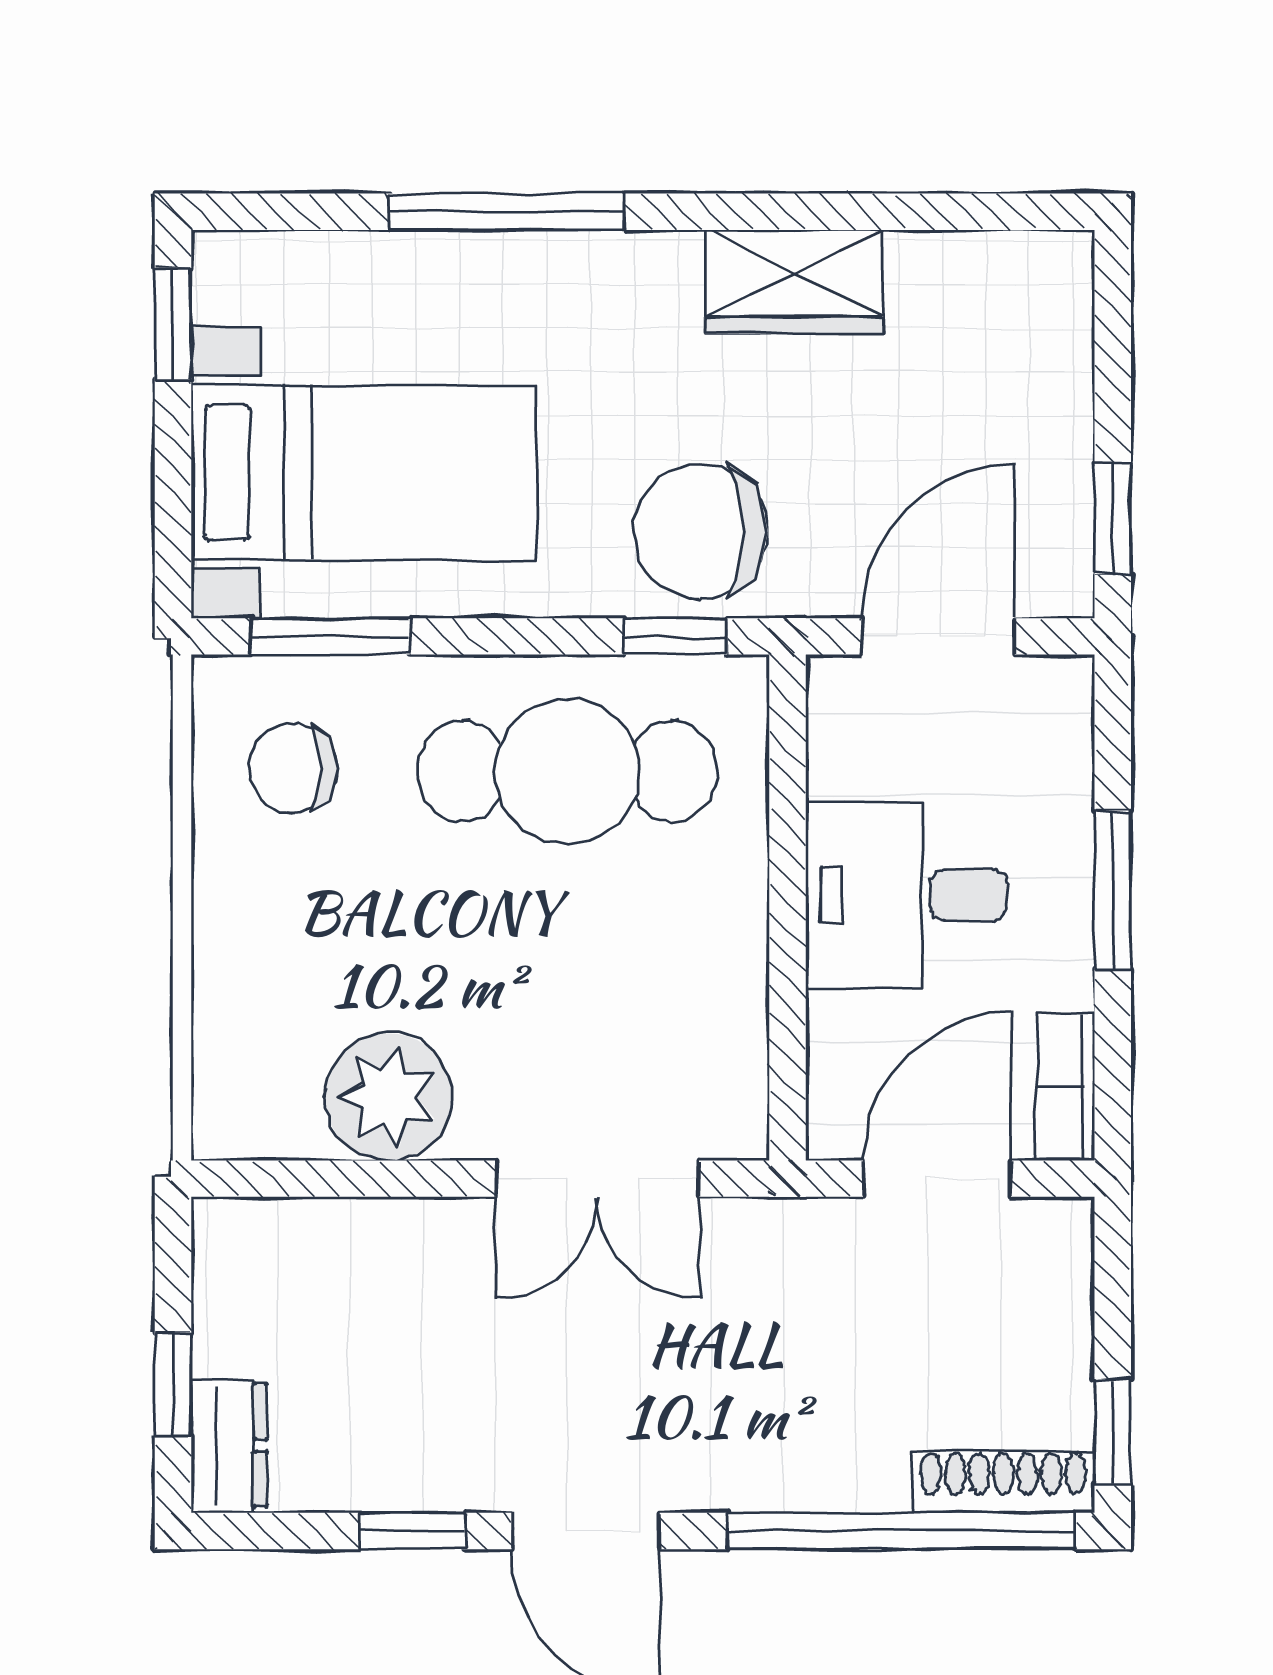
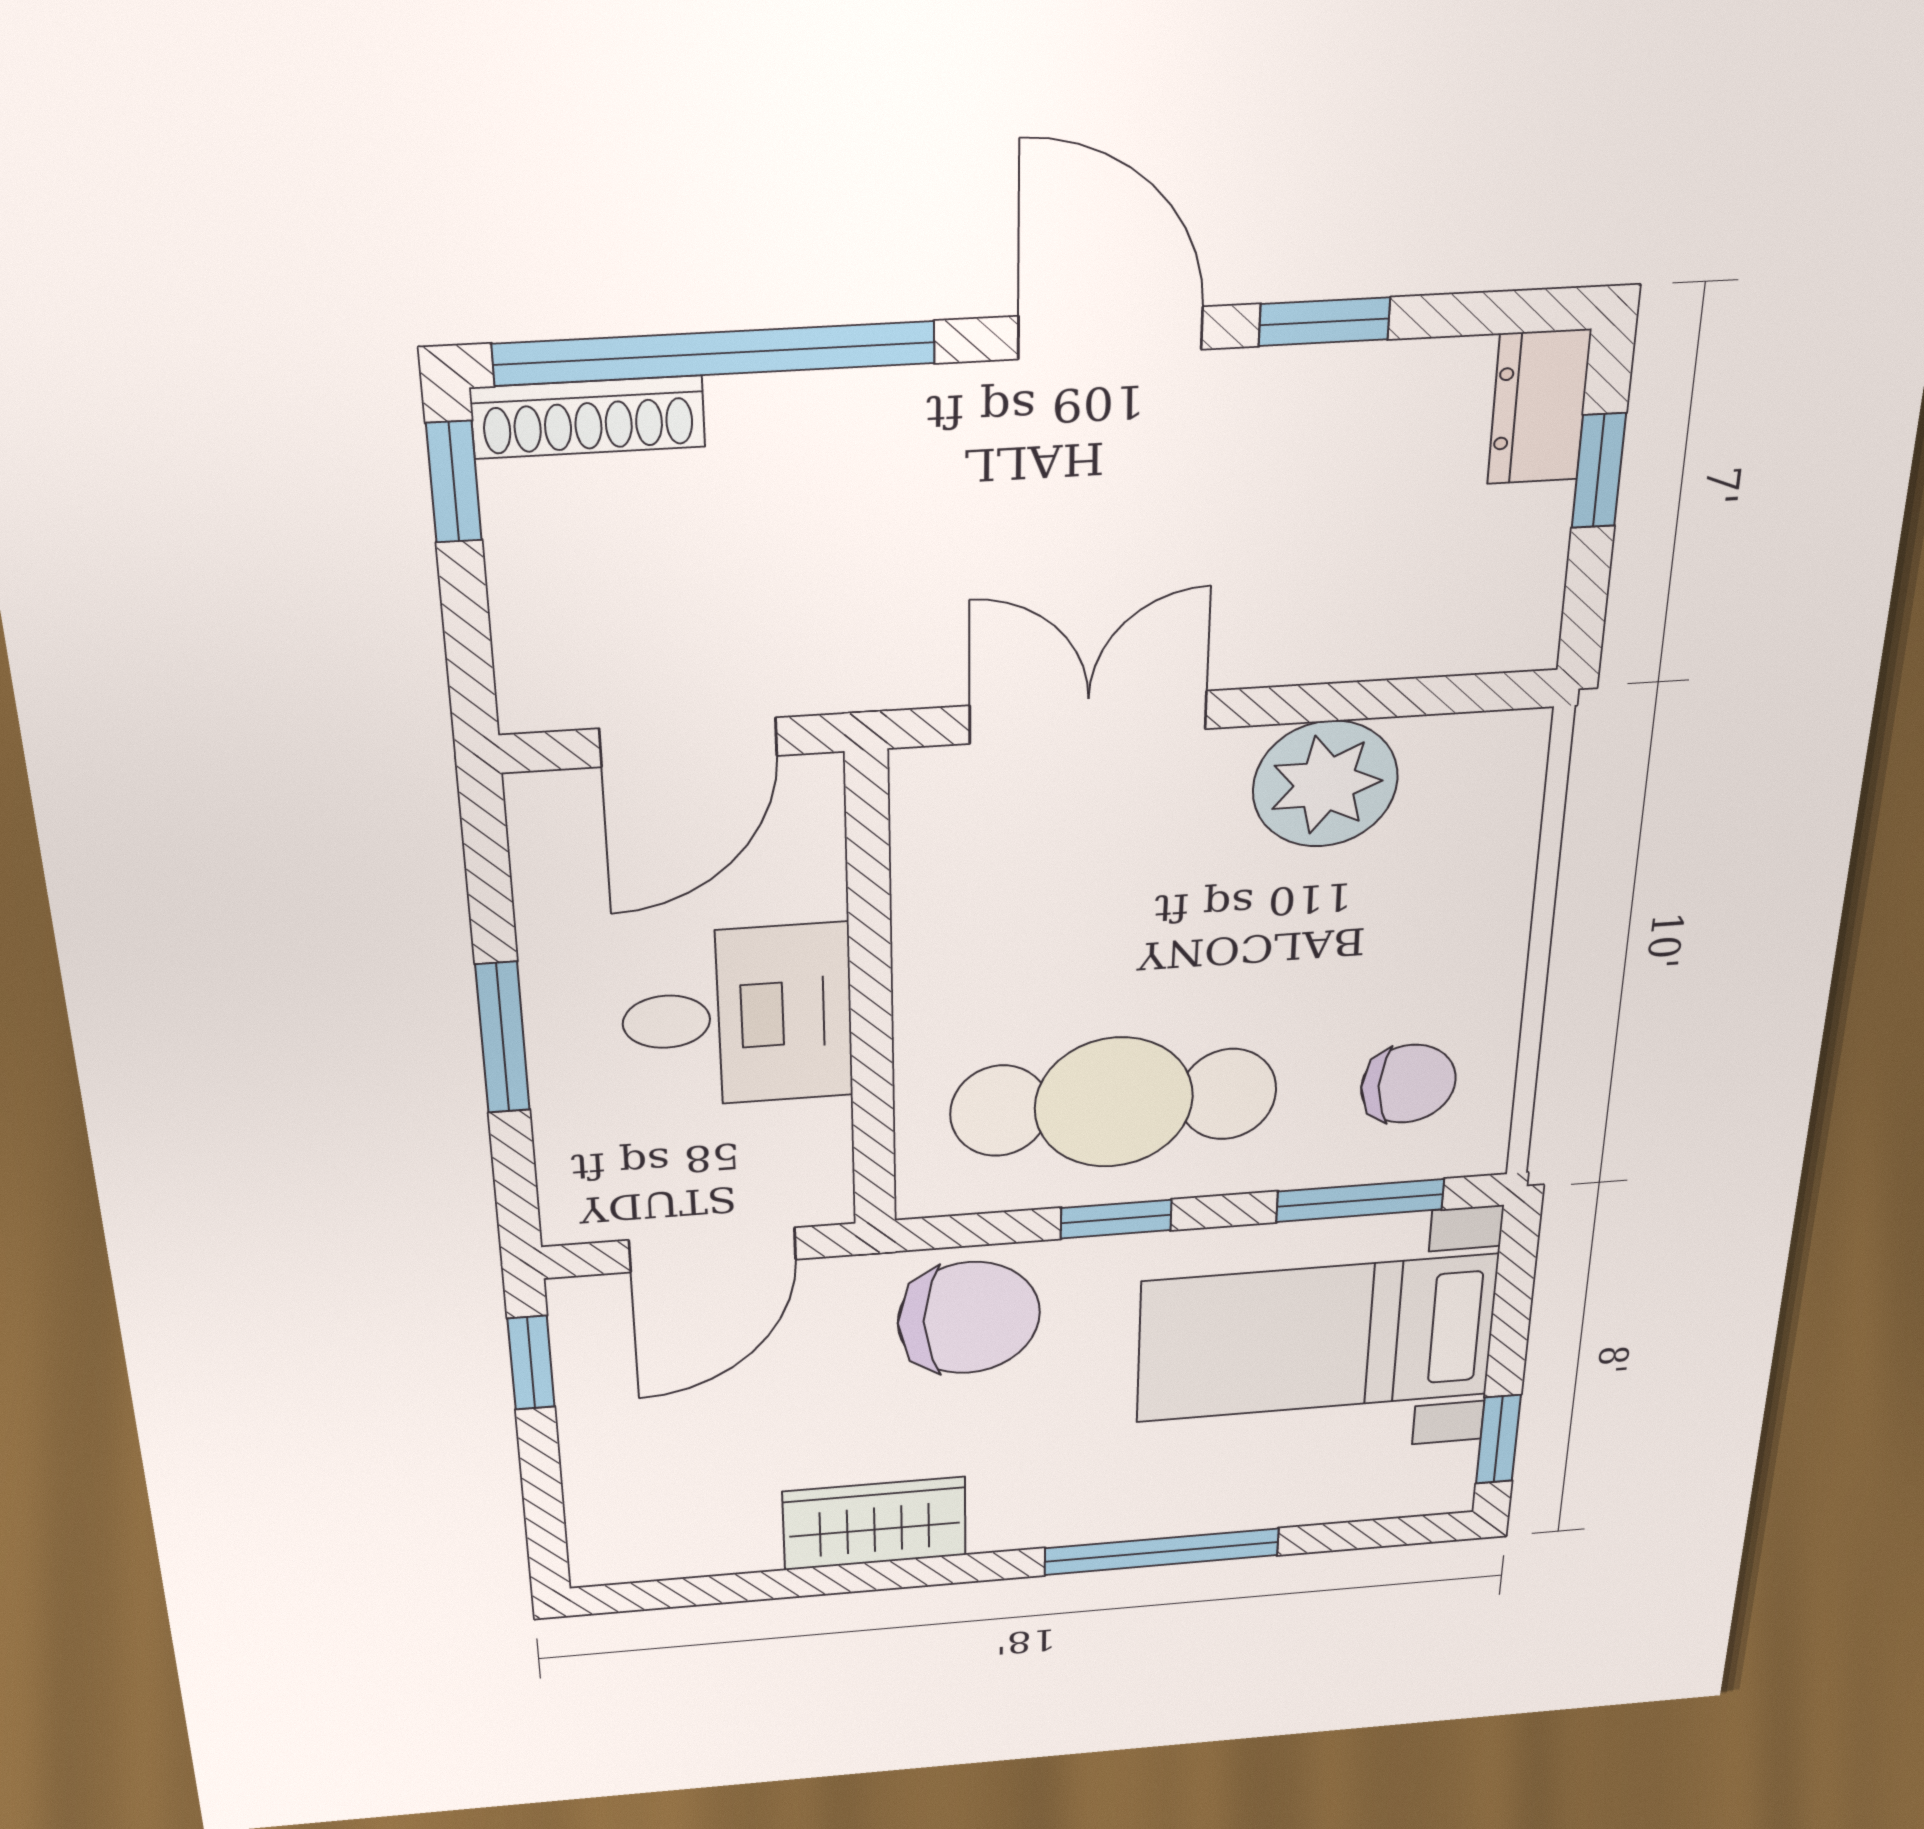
window: (675, 636) -> (1116, 1219), moved
bookcase: (1065, 1087) -> (542, 845), removed

